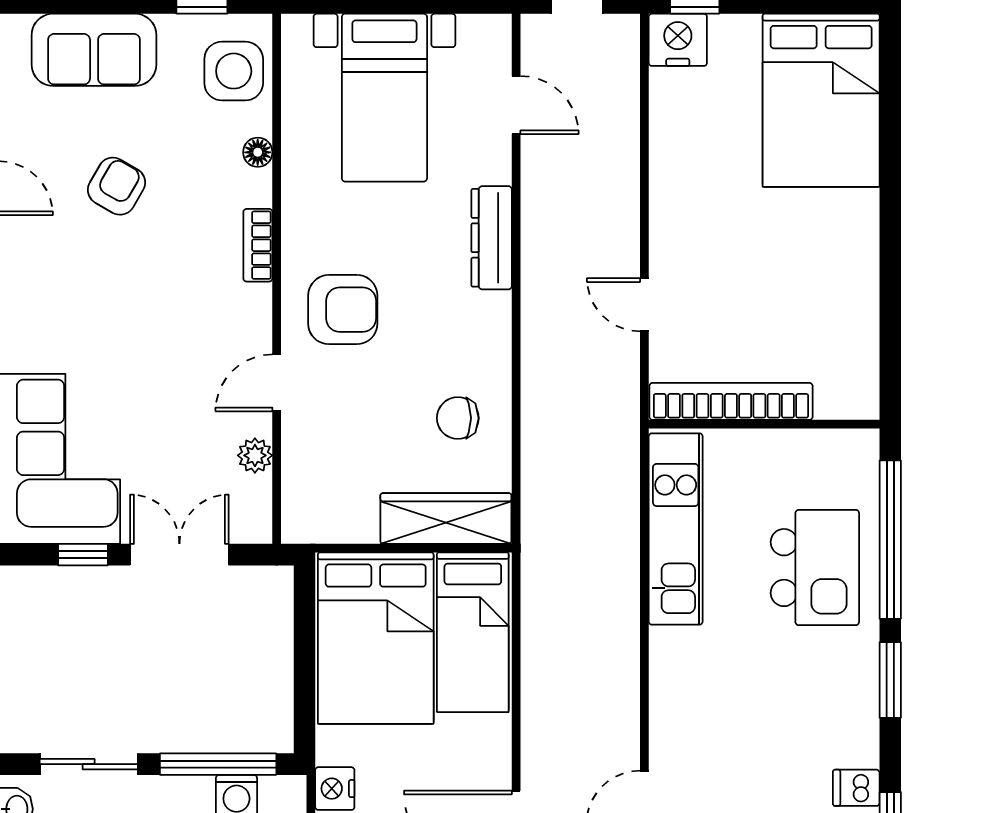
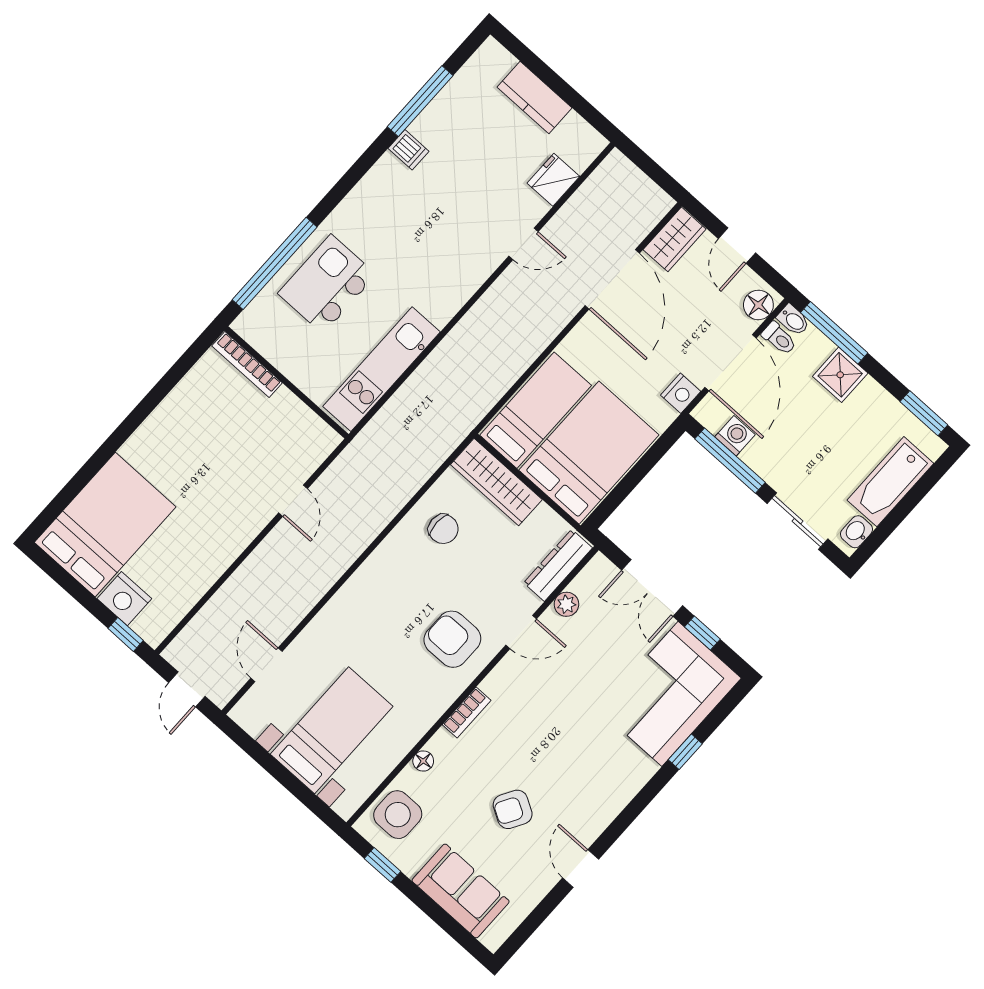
nightstand: (678, 40) -> (124, 599), moved
dresser: (492, 238) -> (558, 565), moved, turned 180
bookcase: (731, 401) -> (247, 364), moved, width x0.68, depth x0.76
window: (890, 680) -> (340, 190), removed

